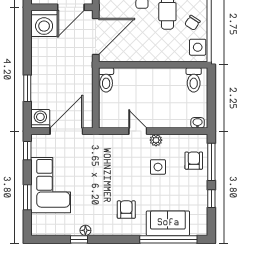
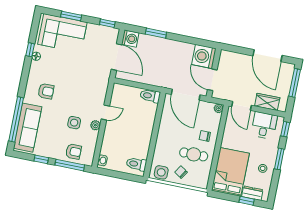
corner sofa: (51, 185) -> (62, 33), moved
sofa: (168, 223) -> (28, 128), width x1.36

